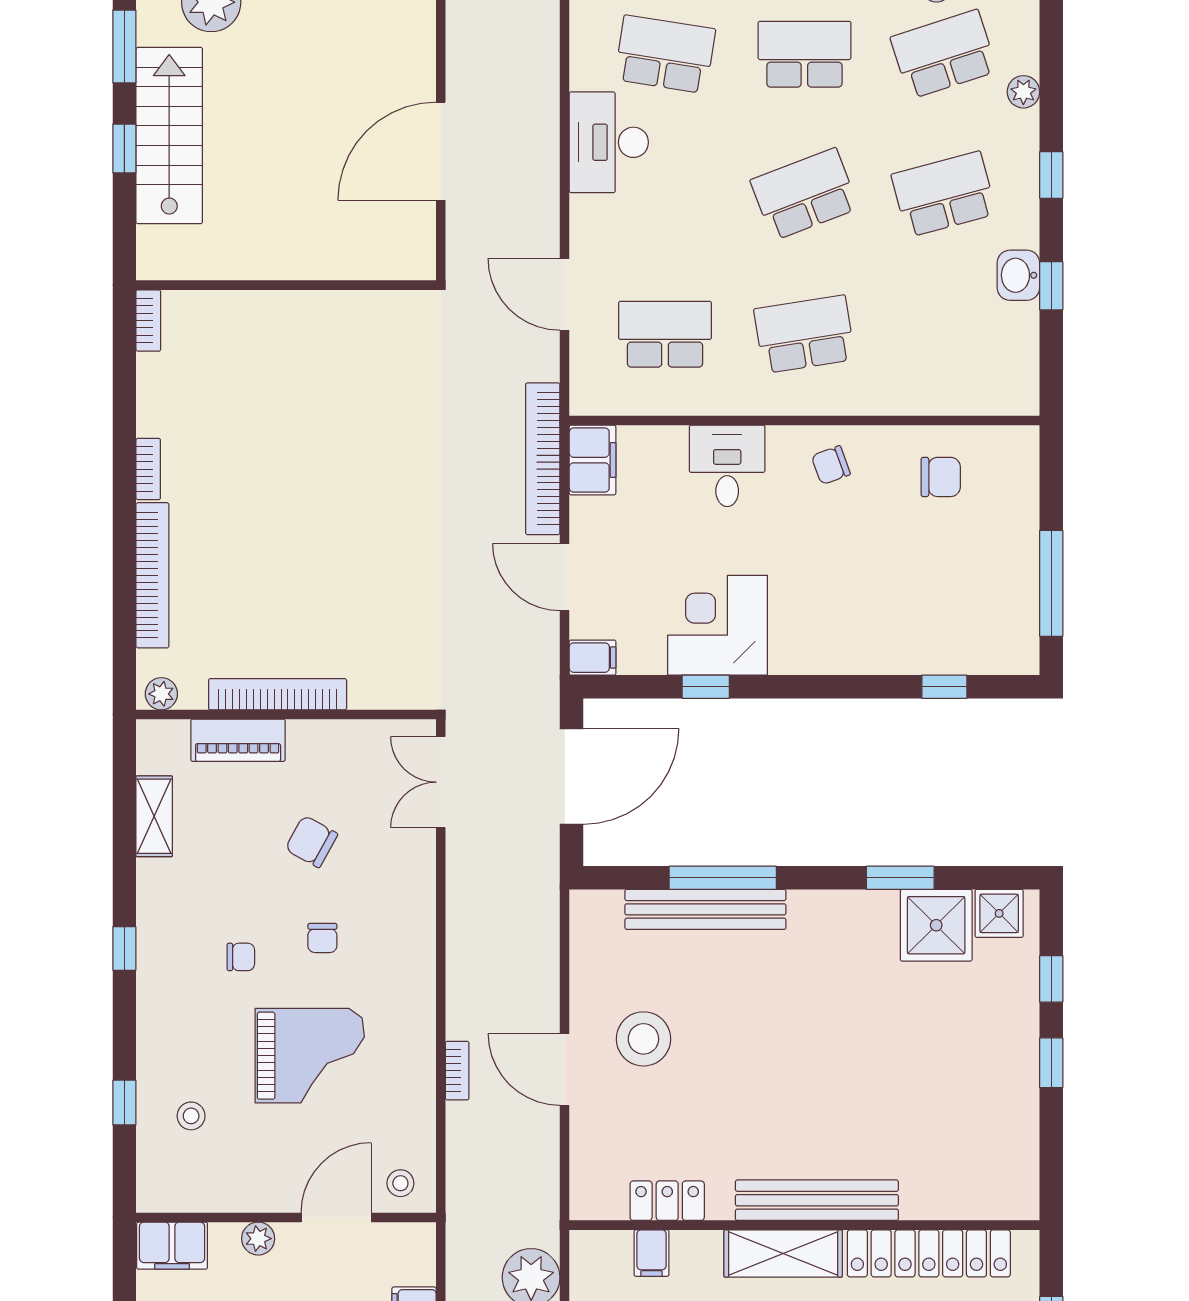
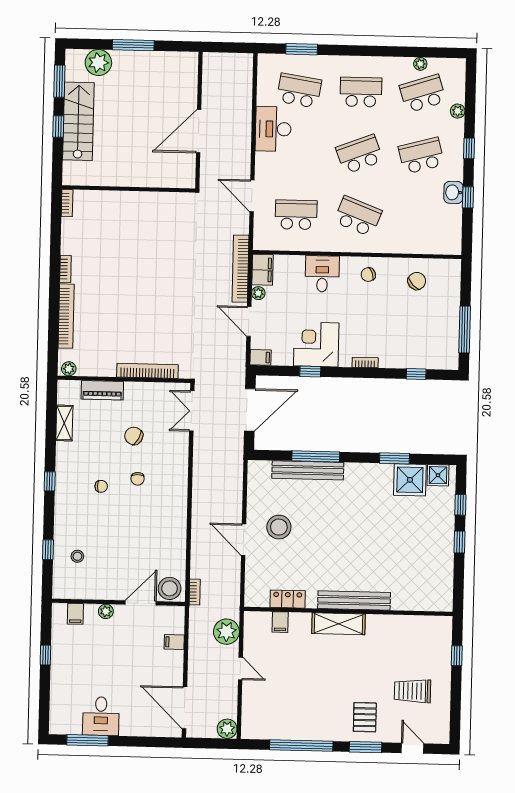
school desk: (804, 334) -> (358, 216), turned 30
chair: (941, 477) -> (417, 281), turned -45
plant: (584, 513) -> (258, 293), added
bookcase: (829, 663) -> (365, 363), added
bookcase: (278, 694) -> (147, 371), moved
grand piano: (310, 1056) -> (131, 531), removed
bookcase: (457, 1071) -> (195, 592), moved
stool: (400, 1183) -> (170, 588), width x1.89, depth x1.89
filing cabinet: (172, 1246) -> (75, 614), width x0.50
locker: (929, 1253) -> (403, 625), removed

